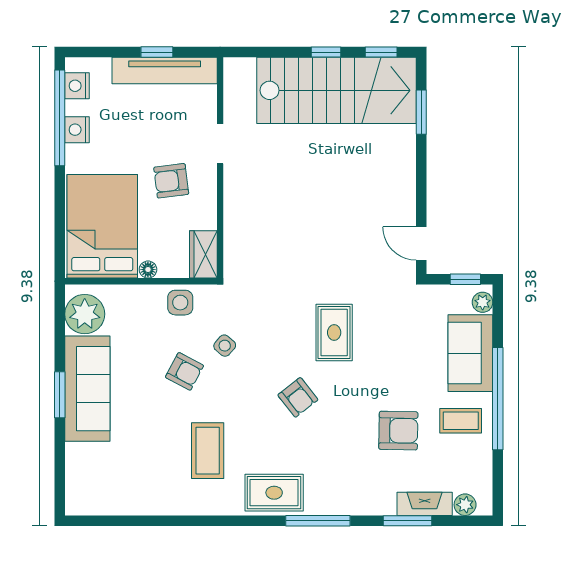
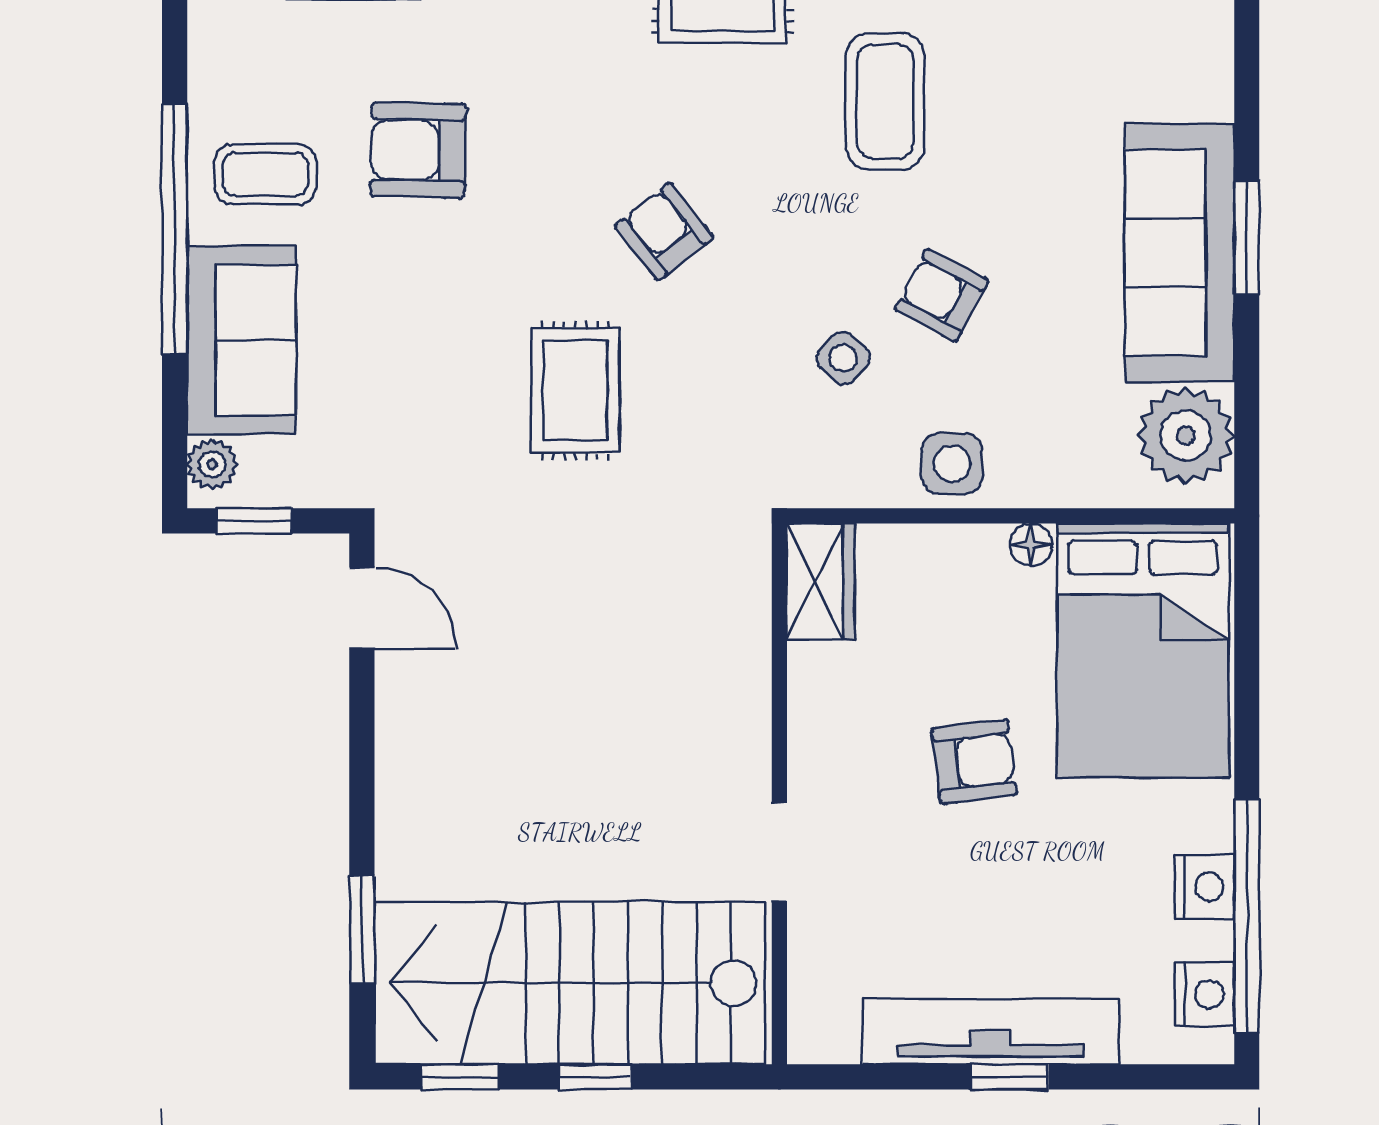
doorway: (220, 144) -> (779, 852), moved
wall: (220, 168) -> (779, 794), moved
wardrobe: (203, 254) -> (821, 581), moved

